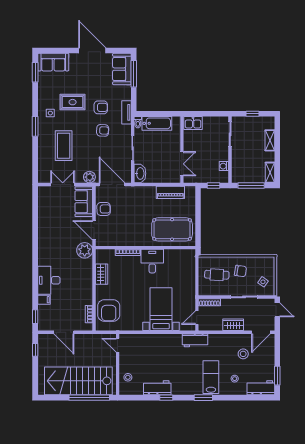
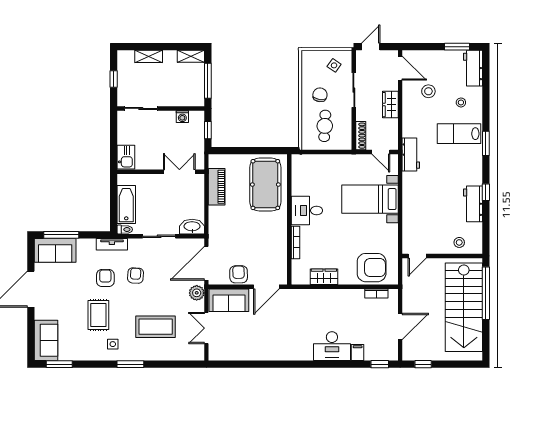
plant: (85, 250) -> (293, 299), removed

